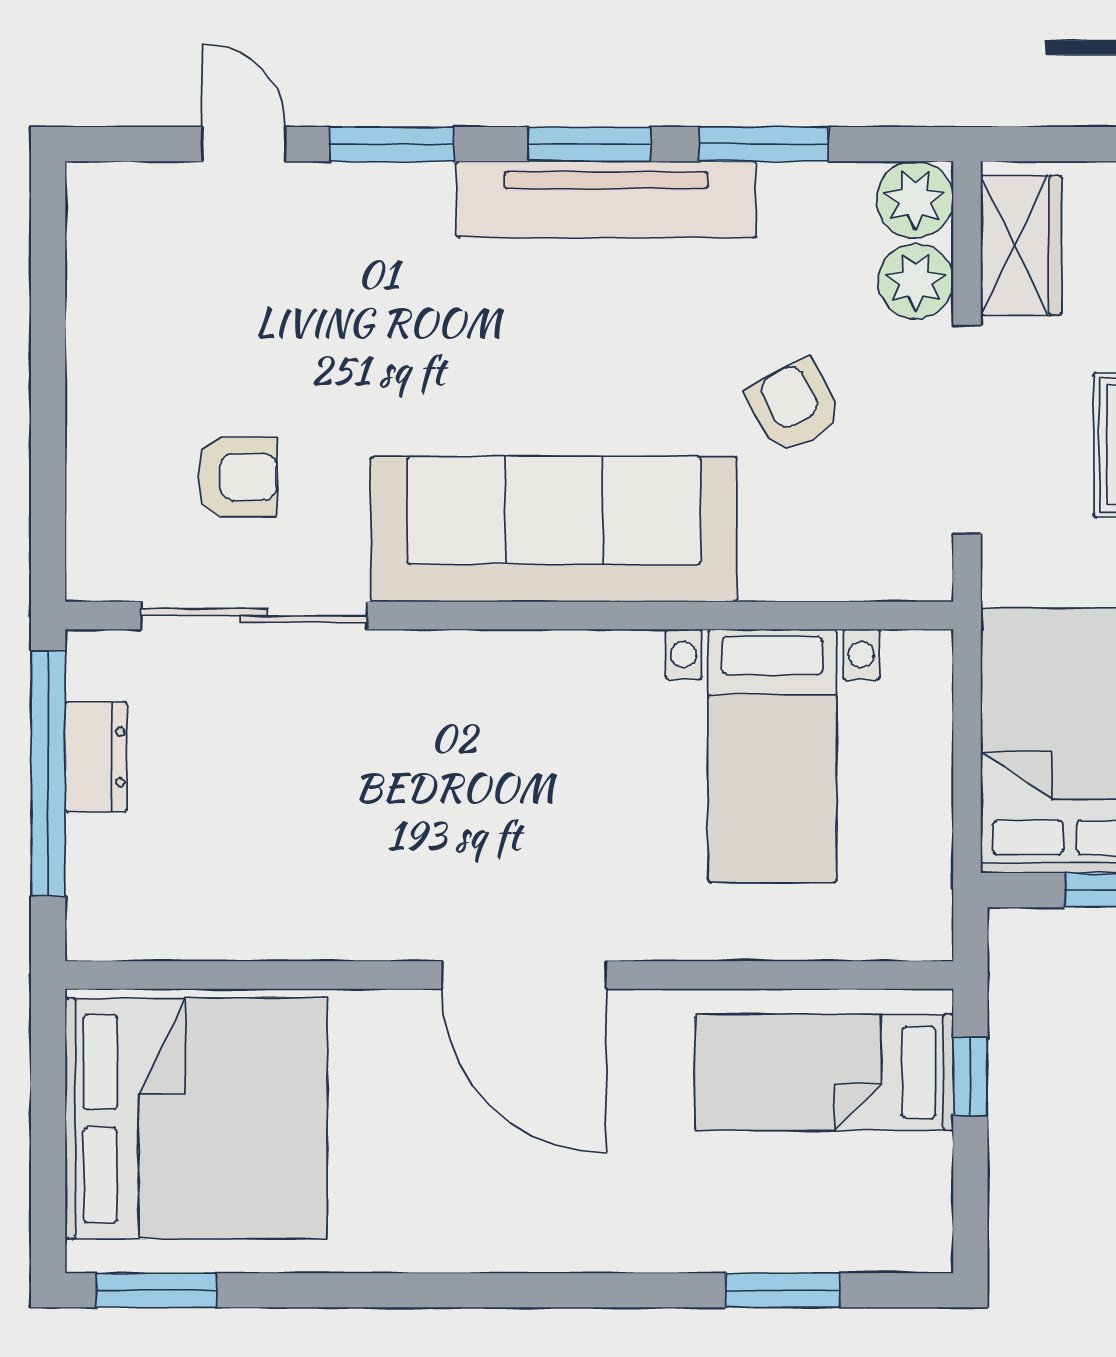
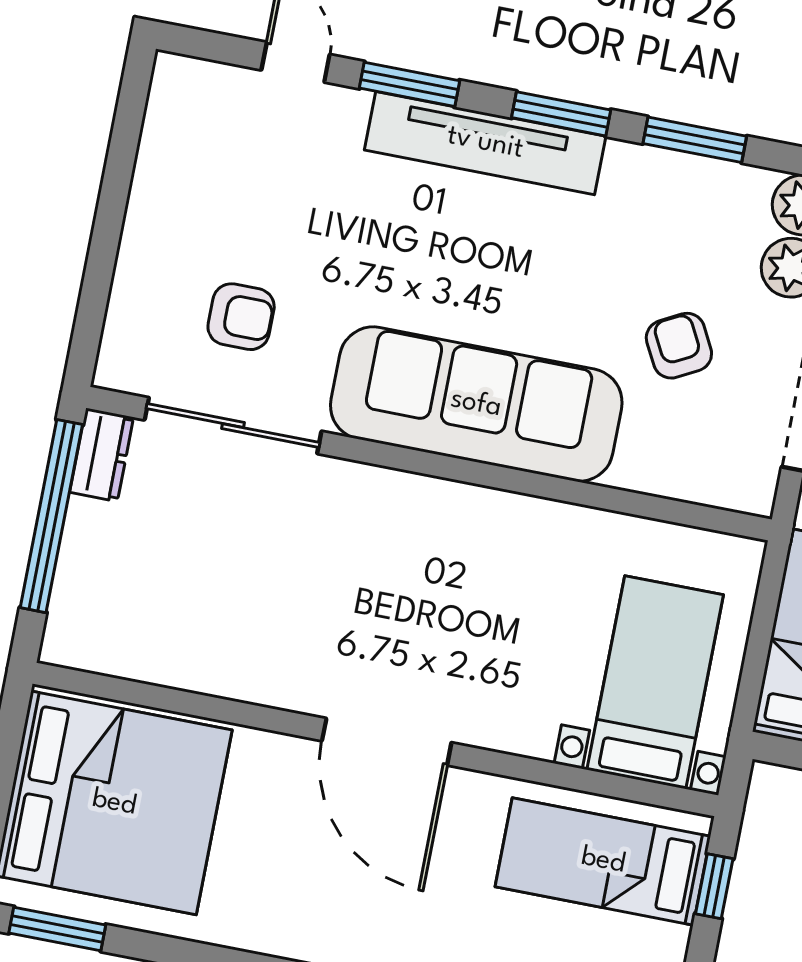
tv unit: (606, 199) -> (485, 143), moved
bed with nightstands: (772, 756) -> (655, 682), moved, turned 180
dresser: (96, 757) -> (102, 455), moved

